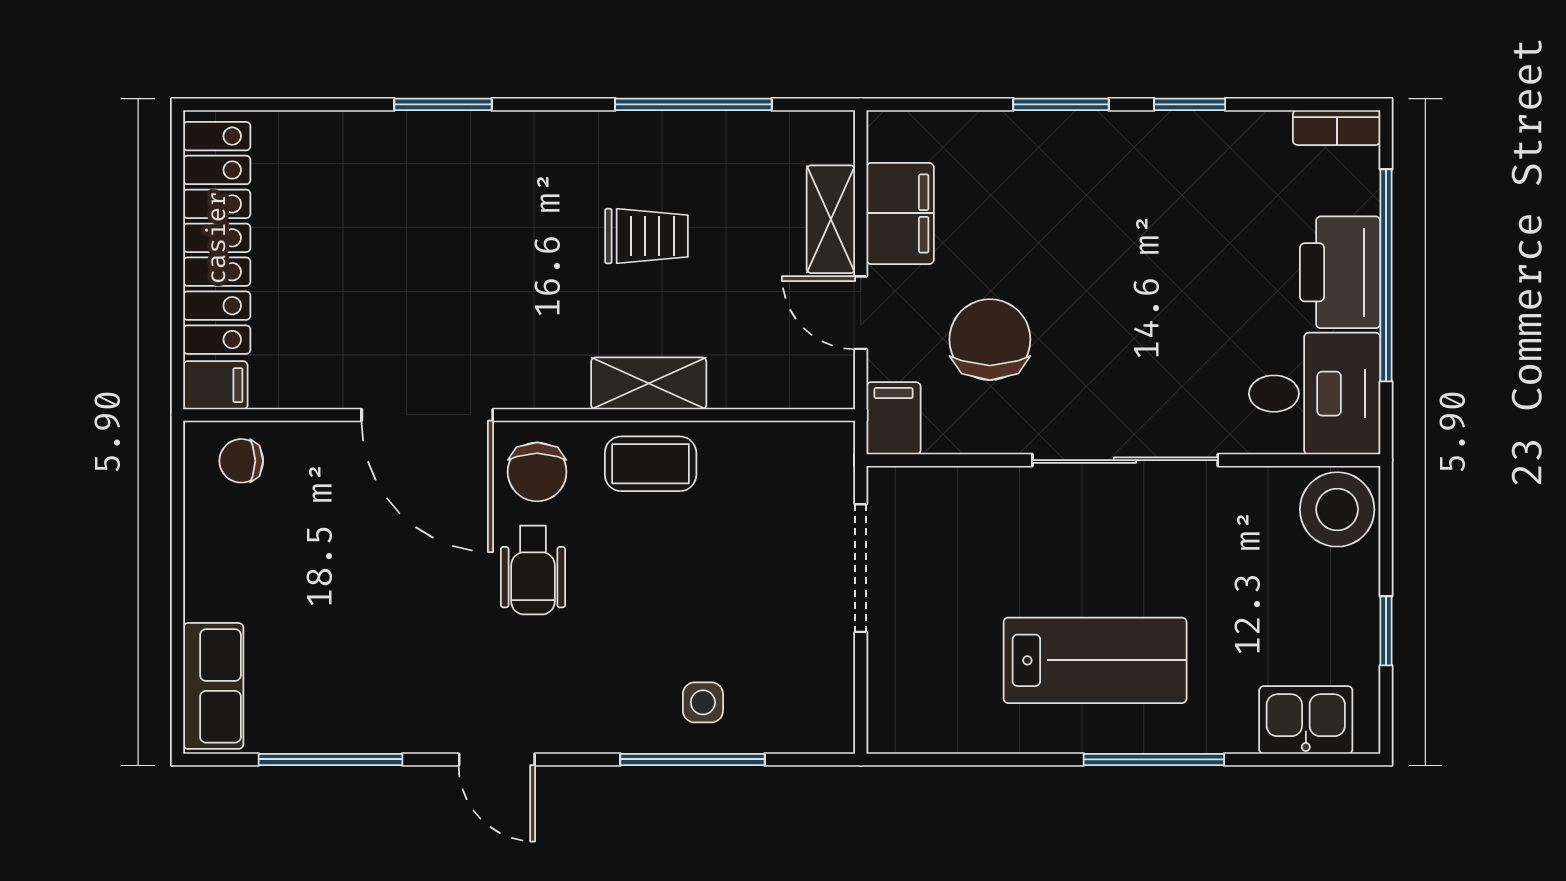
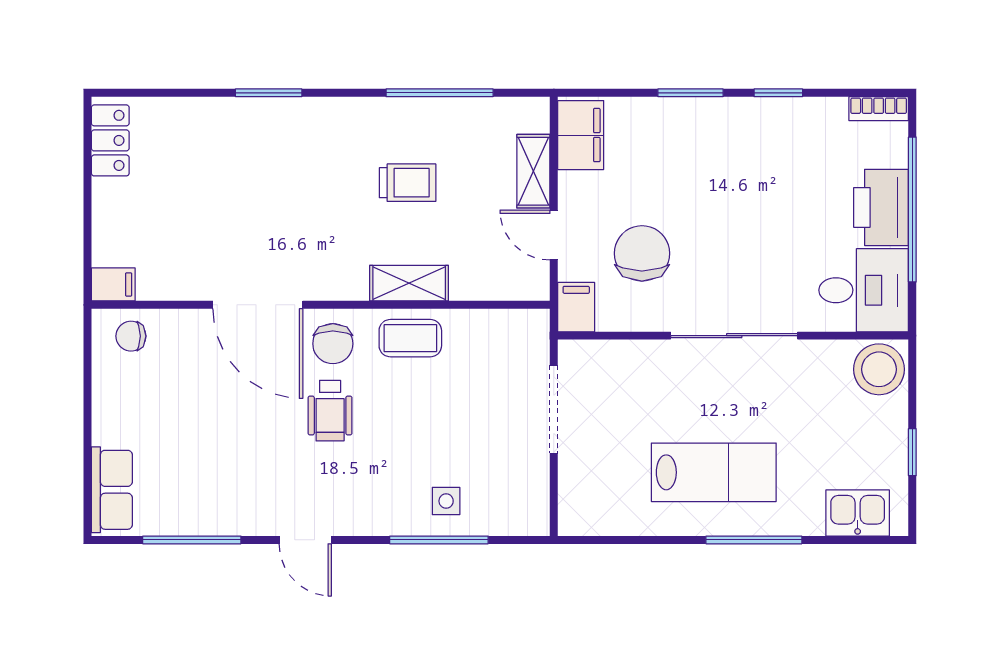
filing cabinet: (900, 213) -> (581, 135), moved
locker: (217, 238) -> (110, 140), width x0.46, depth x0.83

